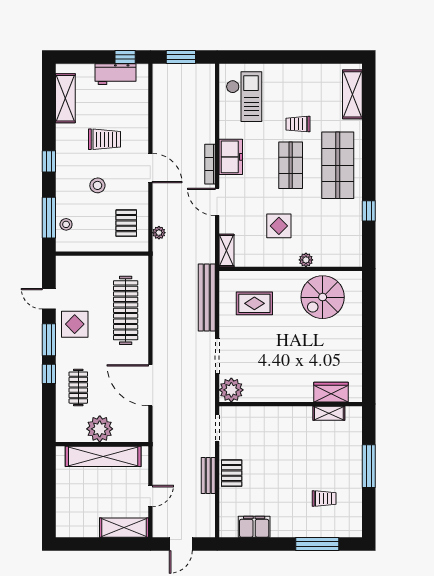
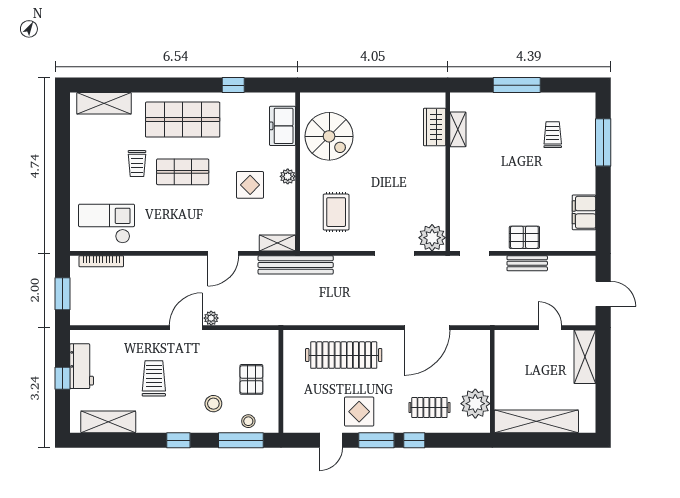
window: (125, 57) -> (63, 378), moved
freezer: (231, 157) -> (283, 126), moved, turned -90
bookcase: (210, 164) -> (101, 261), moved
stool: (97, 185) -> (213, 404), moved
pallet: (126, 223) -> (251, 379), moved, turned 90
plant: (159, 233) -> (211, 318), moved
plant: (306, 260) -> (288, 176), moved
bench: (207, 297) -> (296, 265), moved
plant: (100, 429) -> (475, 404), moved
shelving: (103, 456) -> (536, 421), moved, turned 90

